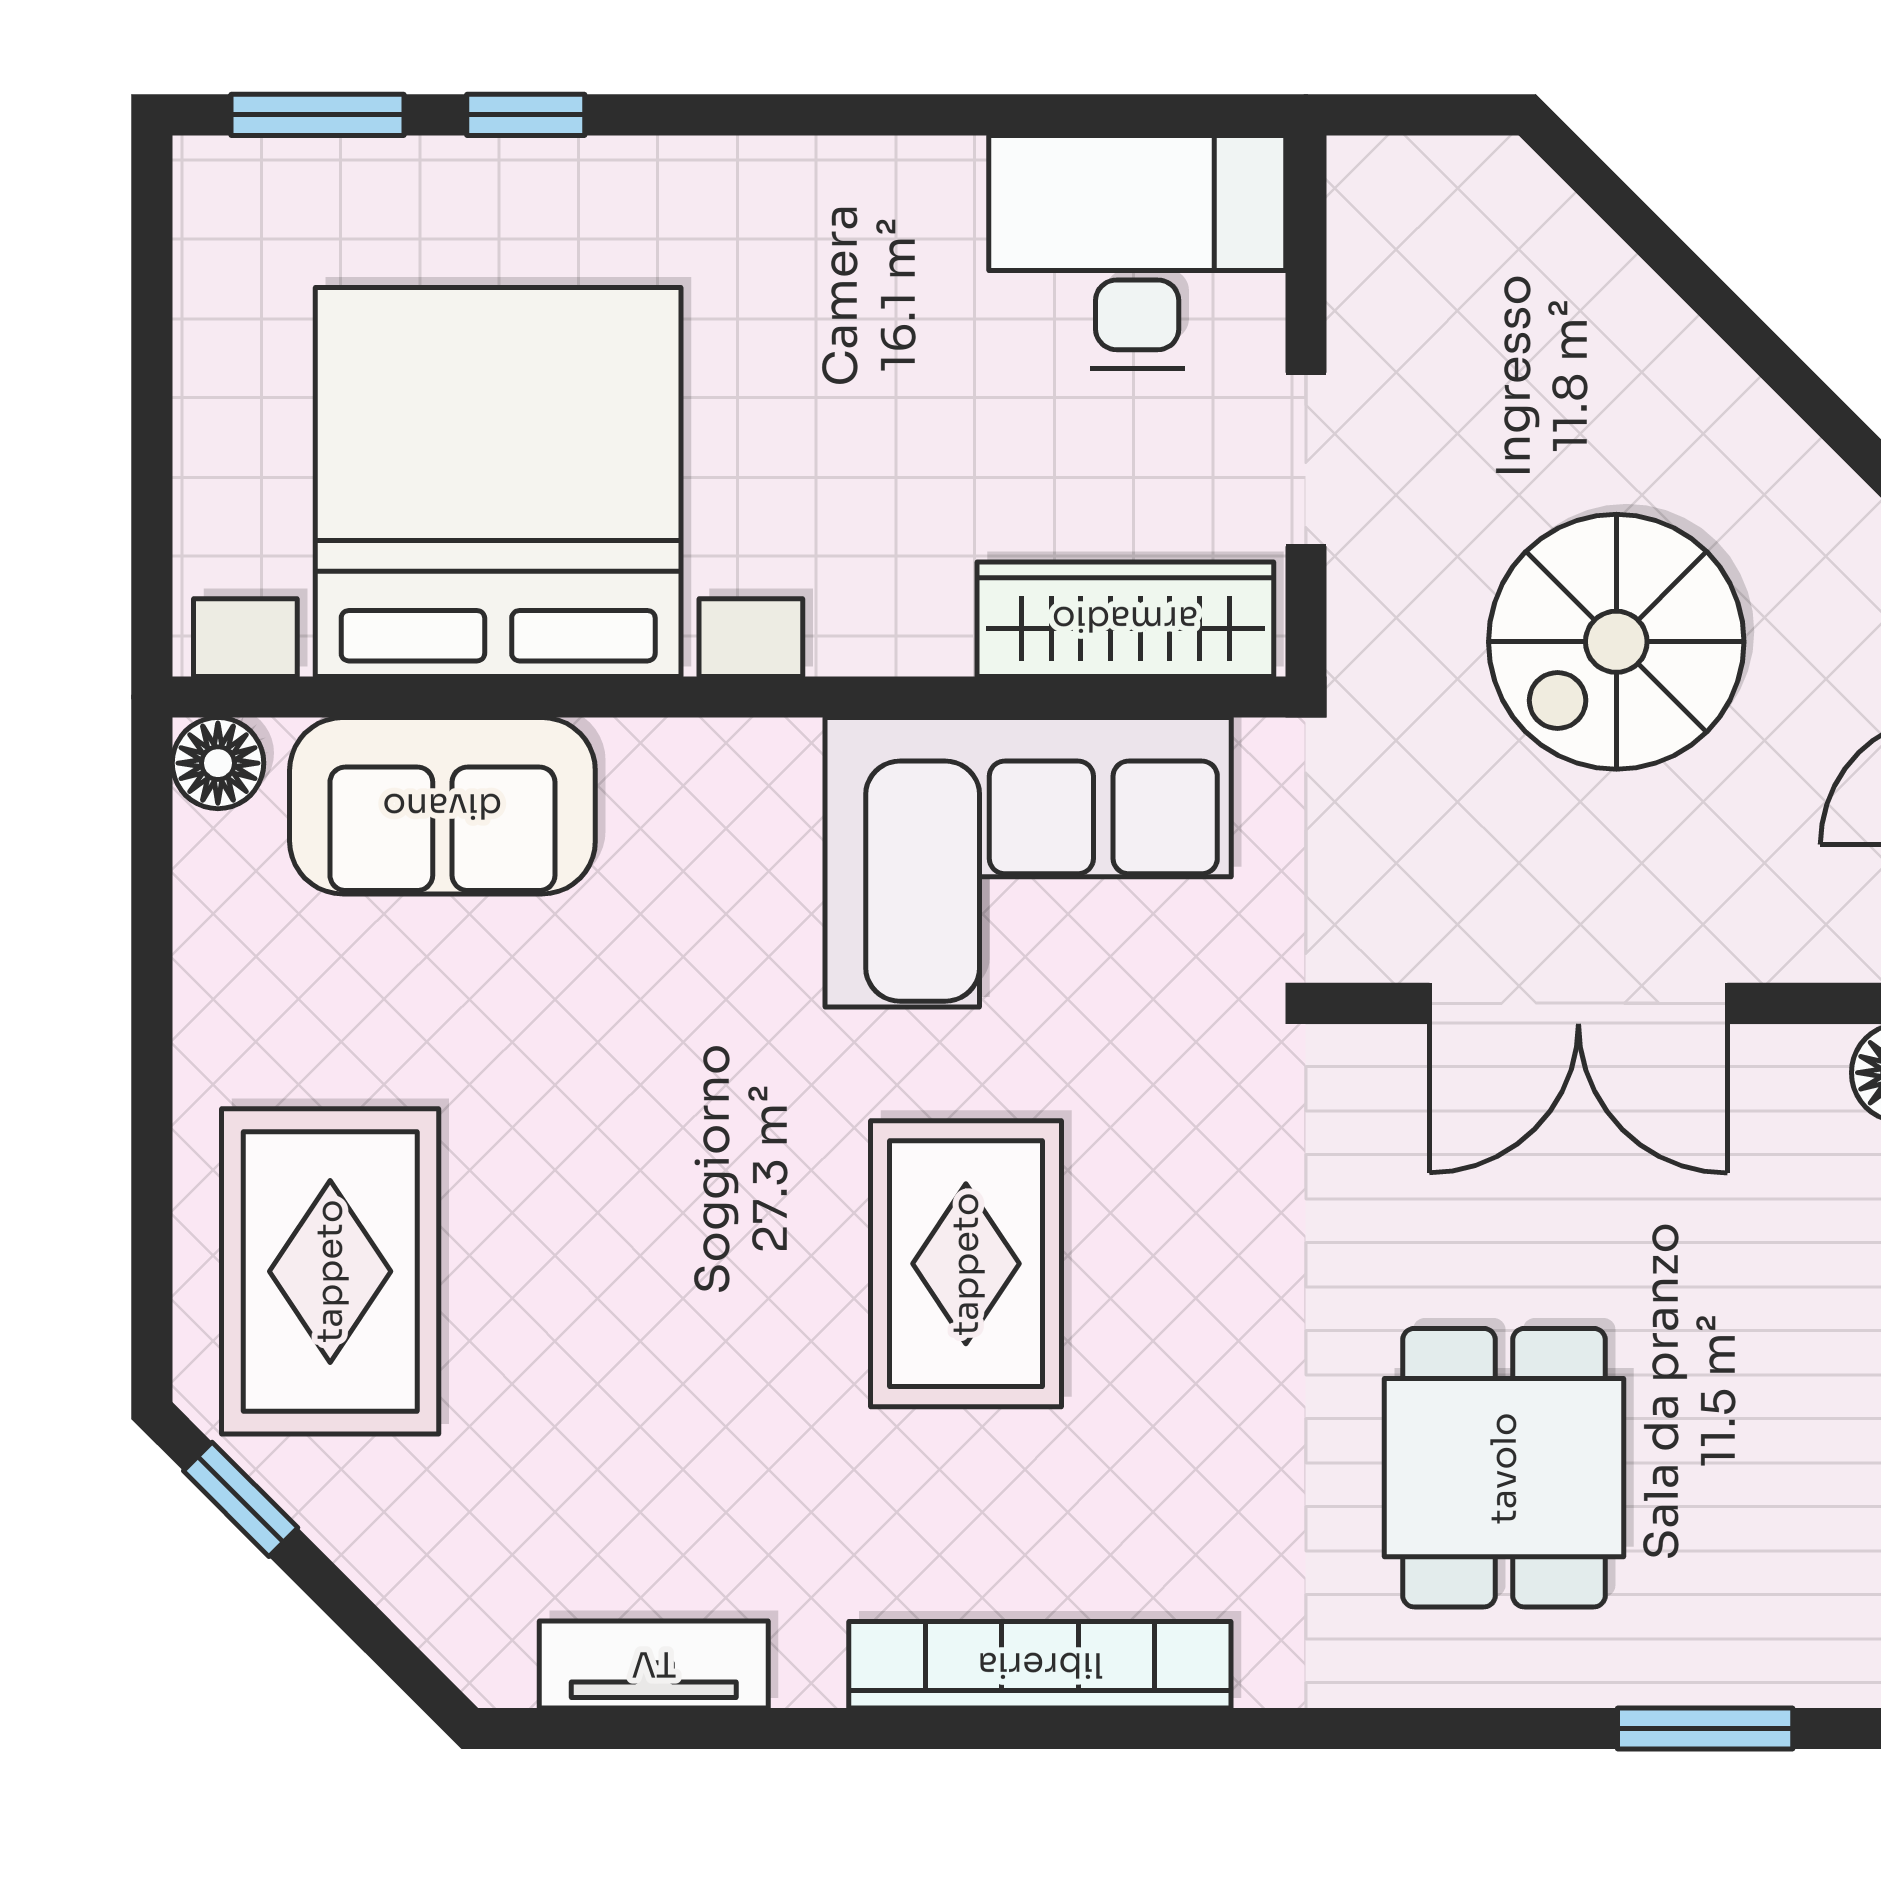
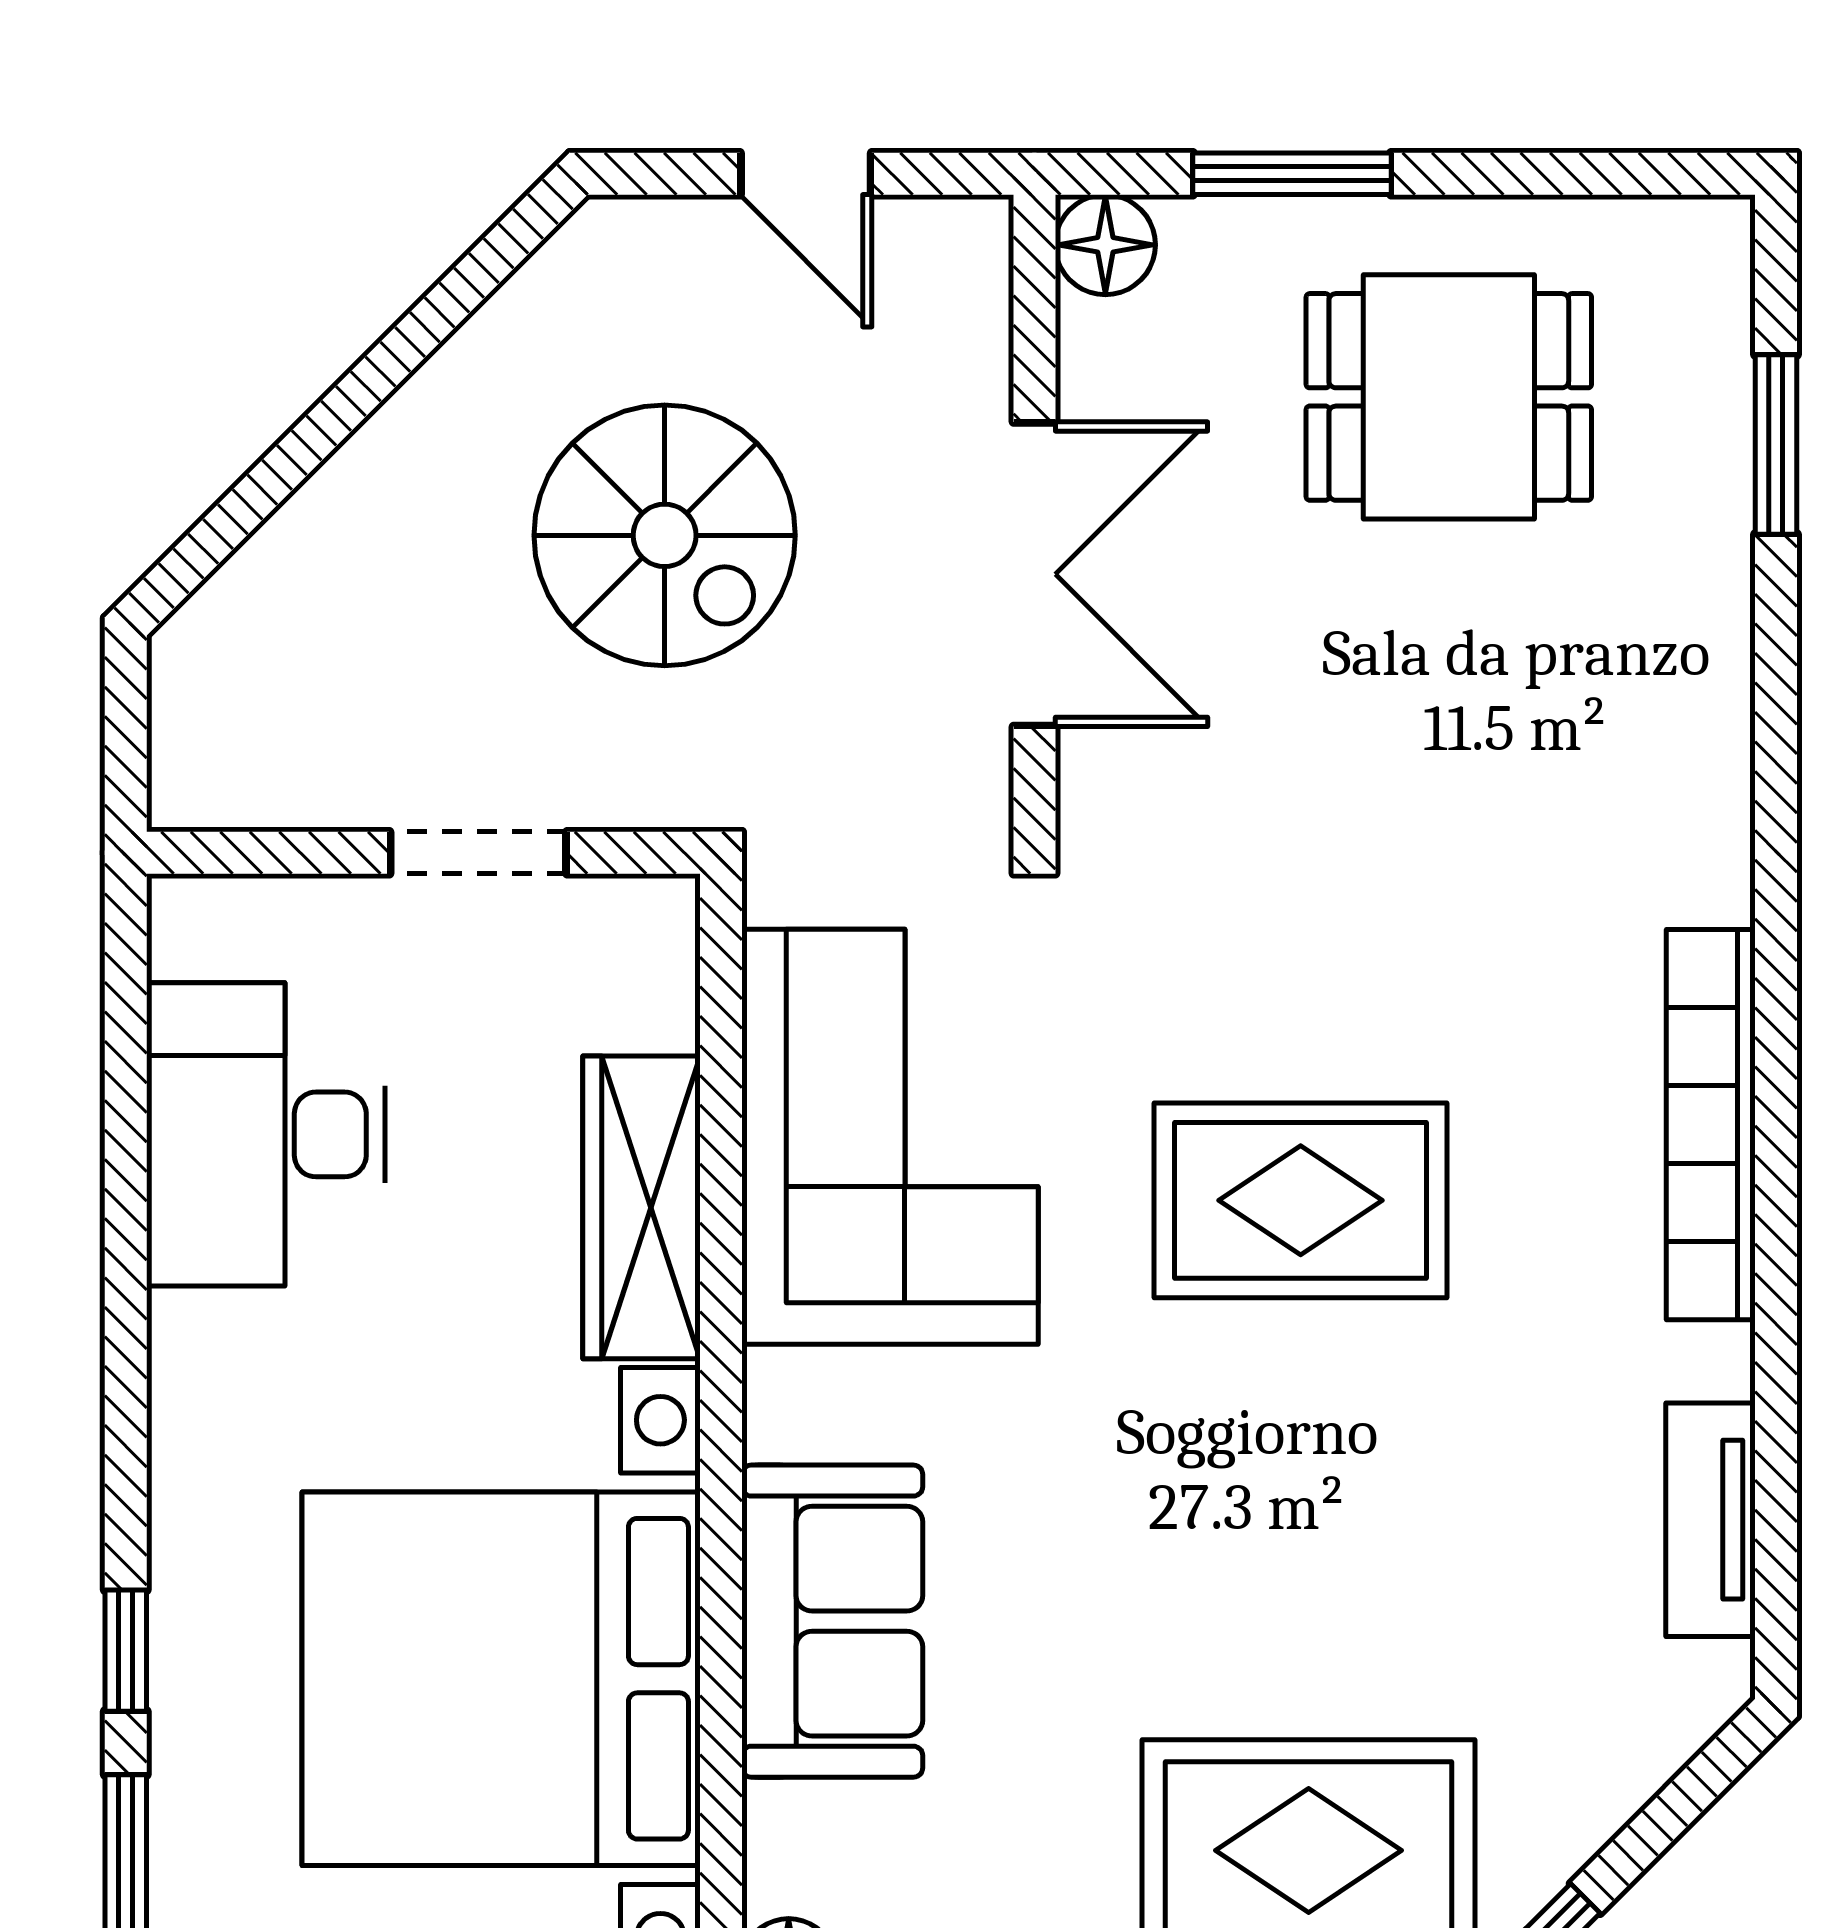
desk: (1137, 252) -> (266, 1134), moved
wardrobe: (1125, 619) -> (642, 1207), moved
sofa: (442, 806) -> (832, 1621), moved
dining table: (1504, 1468) -> (1449, 397), moved

